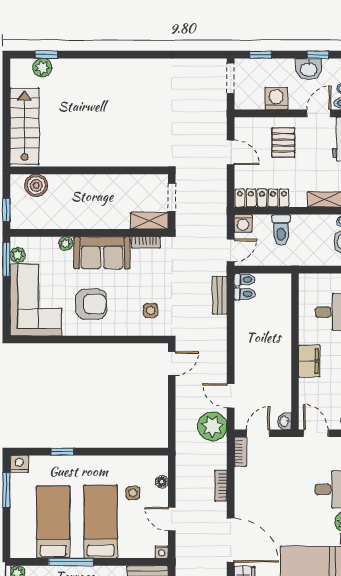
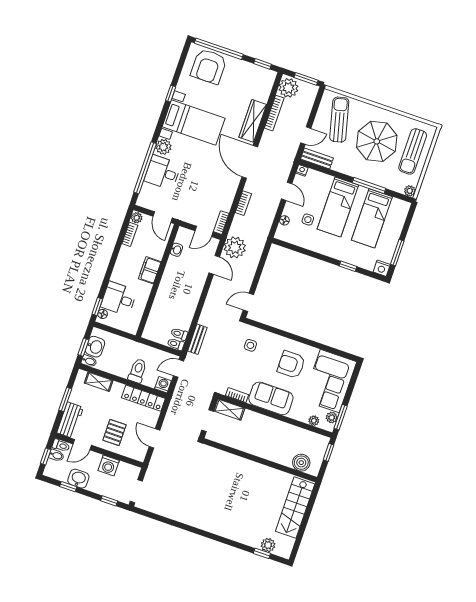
plant: (66, 243) -> (314, 421), moved
washbasin: (285, 421) -> (176, 250), moved

